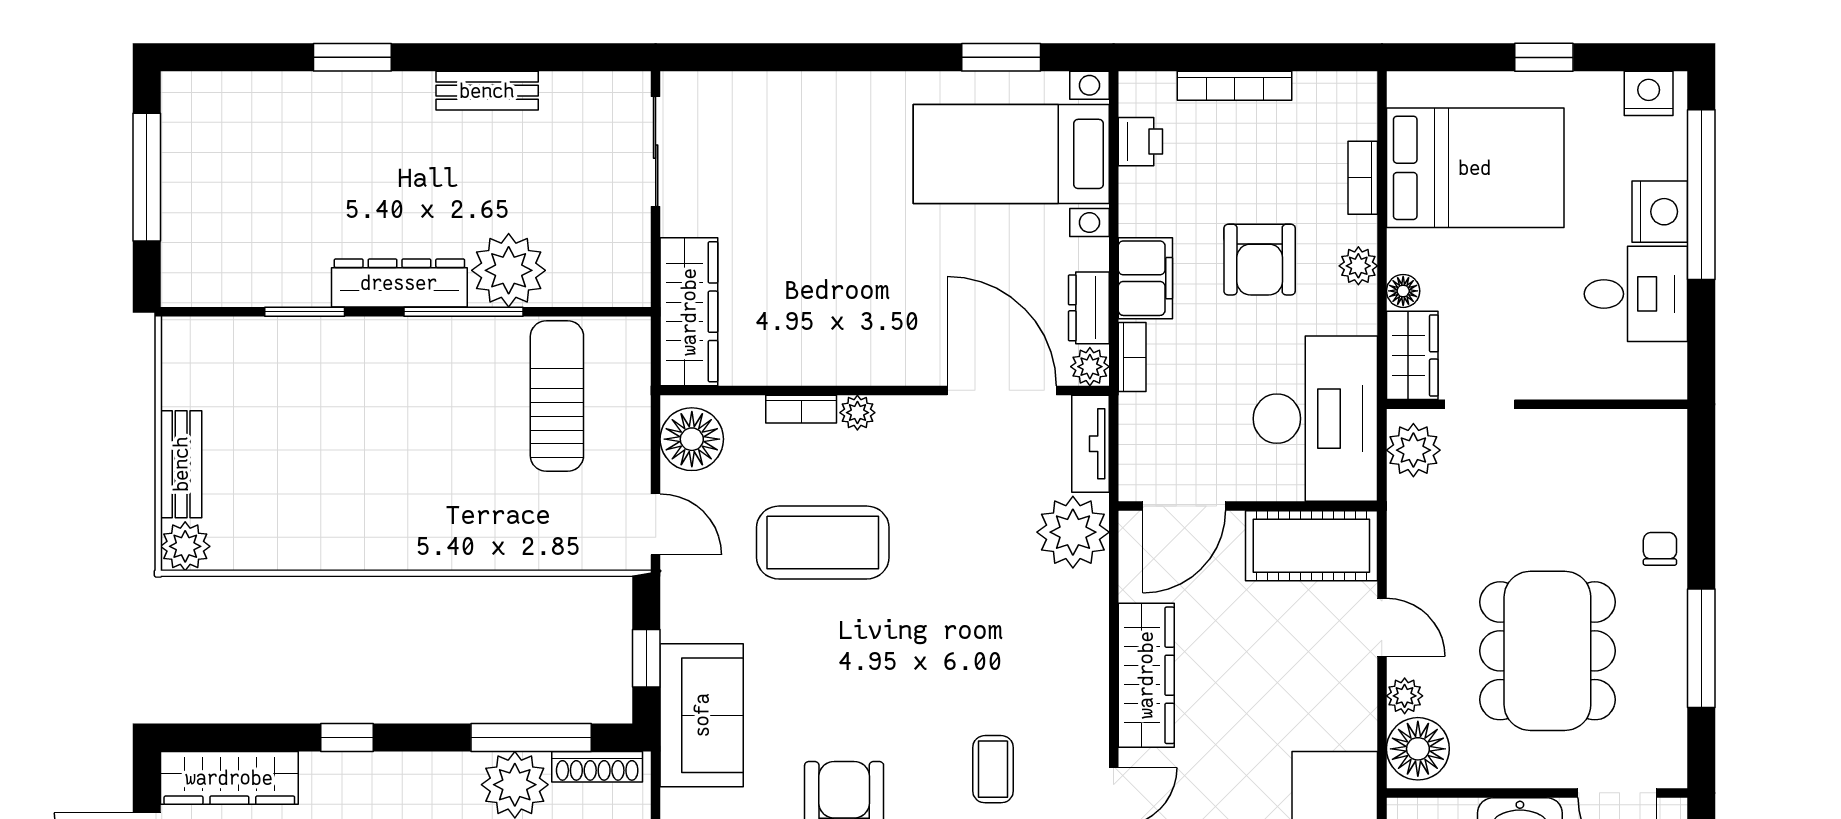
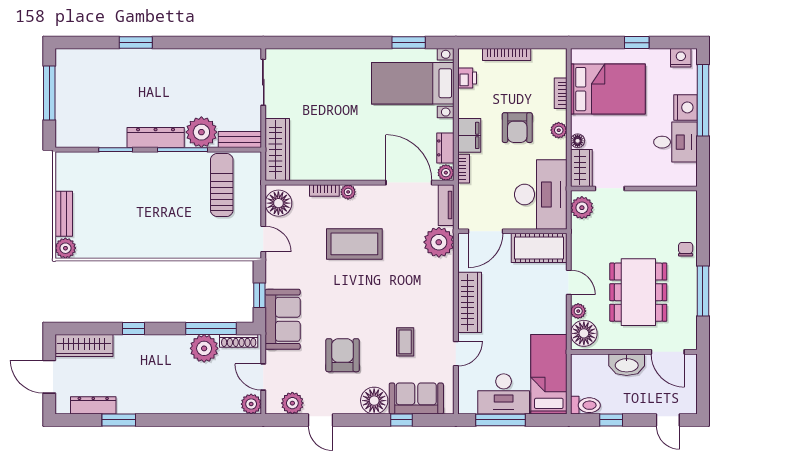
bench: (487, 91) -> (240, 139), moved
coffee table: (823, 543) -> (354, 244), moved

